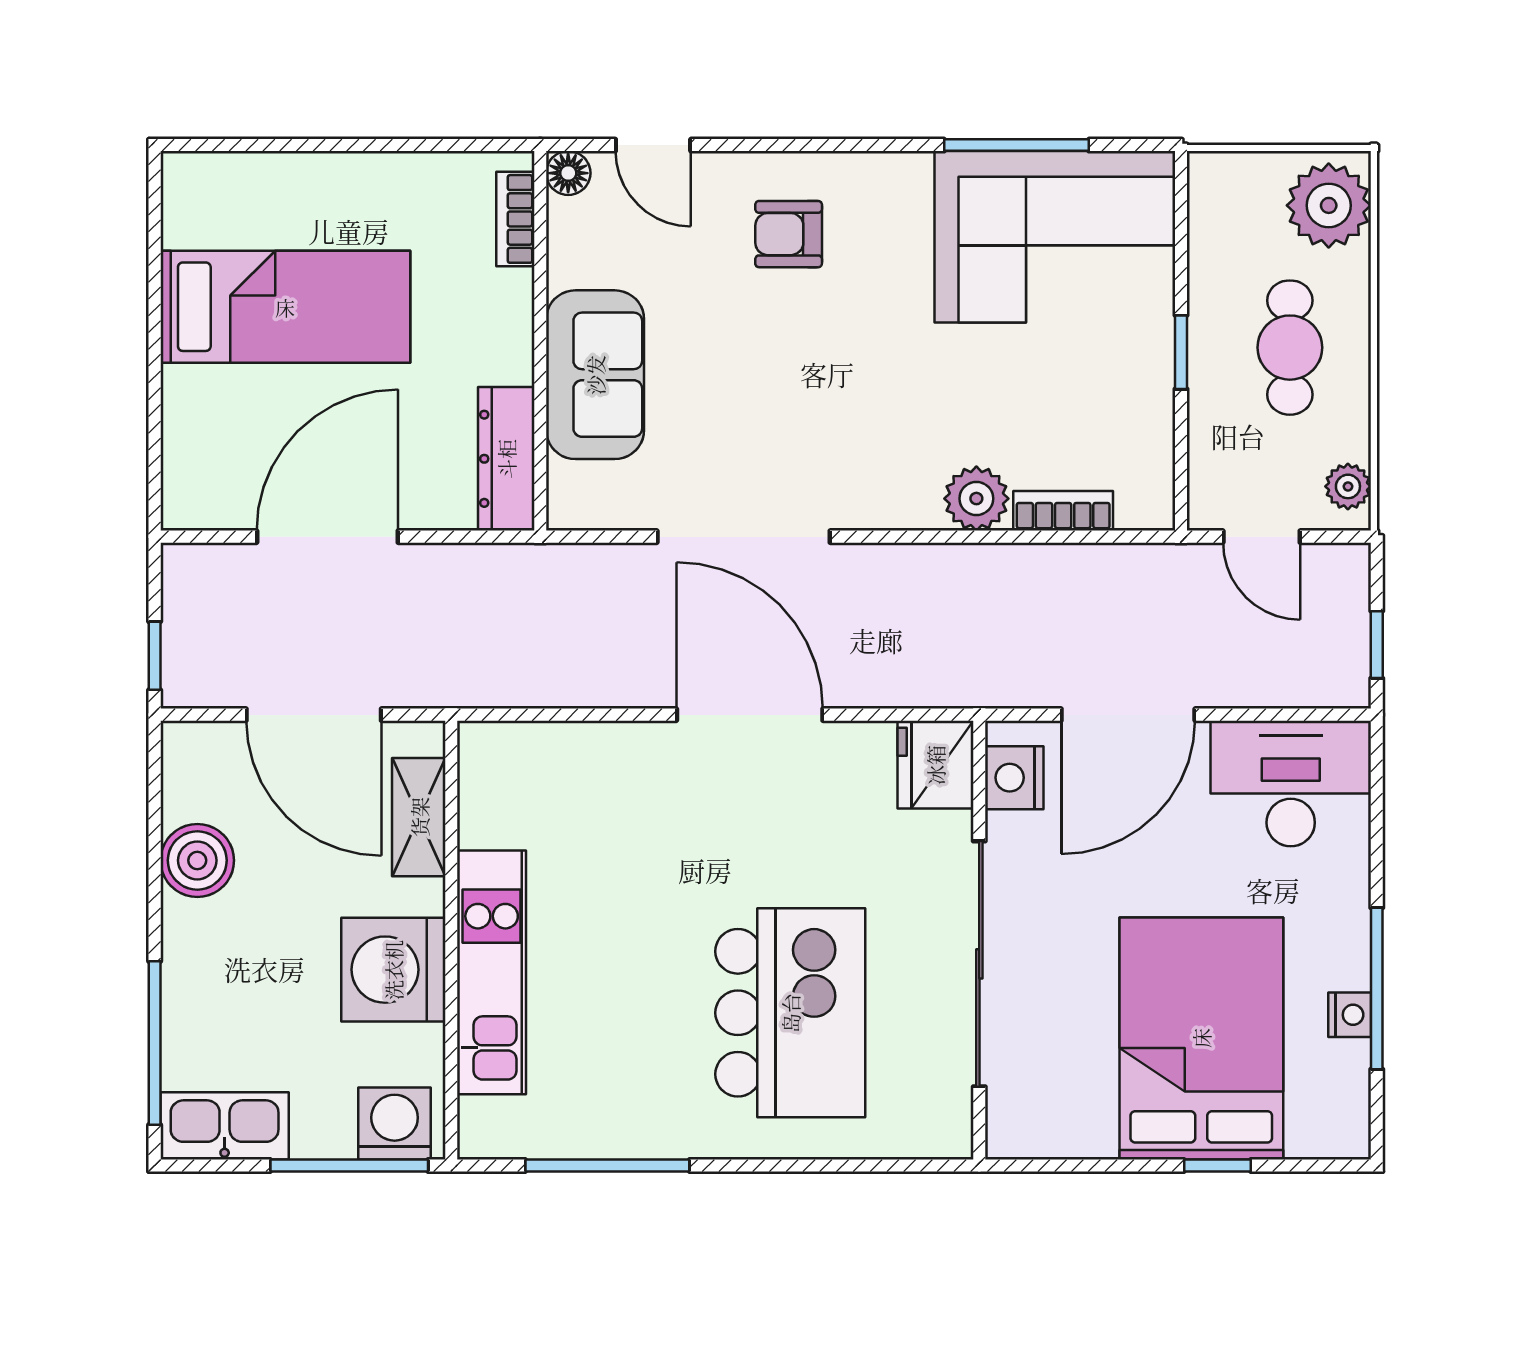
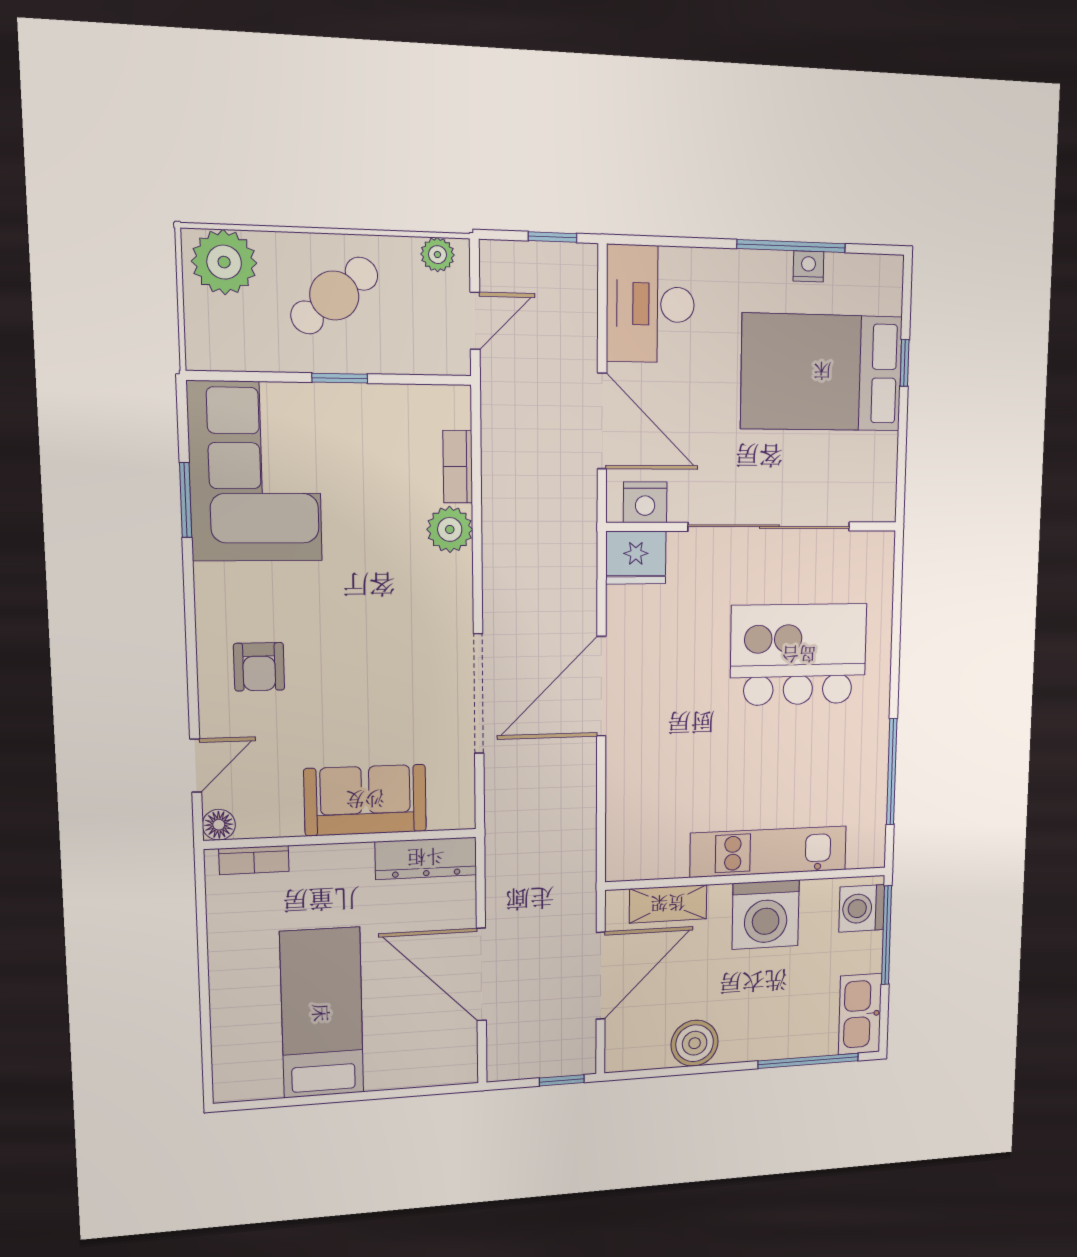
window: (1016, 145) -> (186, 500), width x0.69
cafe table: (1290, 348) -> (334, 296), turned -39

